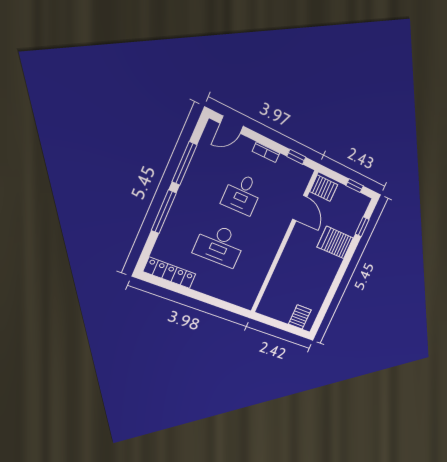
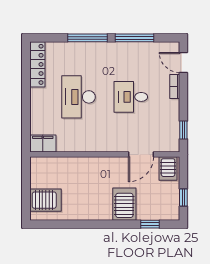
bookcase: (266, 152) -> (175, 87), moved
filing cabinet: (248, 296) -> (43, 143), added
server rack: (300, 317) -> (45, 200), width x1.36, depth x1.44

